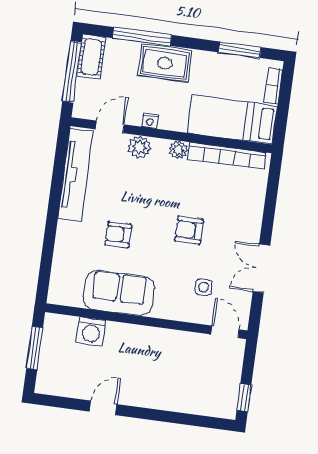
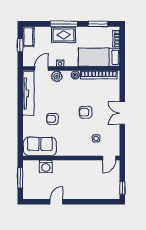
window: (142, 37) -> (64, 24), moved
window: (72, 72) -> (20, 45), width x0.46
double door: (261, 268) -> (122, 113), moved
sofa: (119, 293) -> (40, 146), moved
door: (225, 332) -> (109, 158), swing flipped

